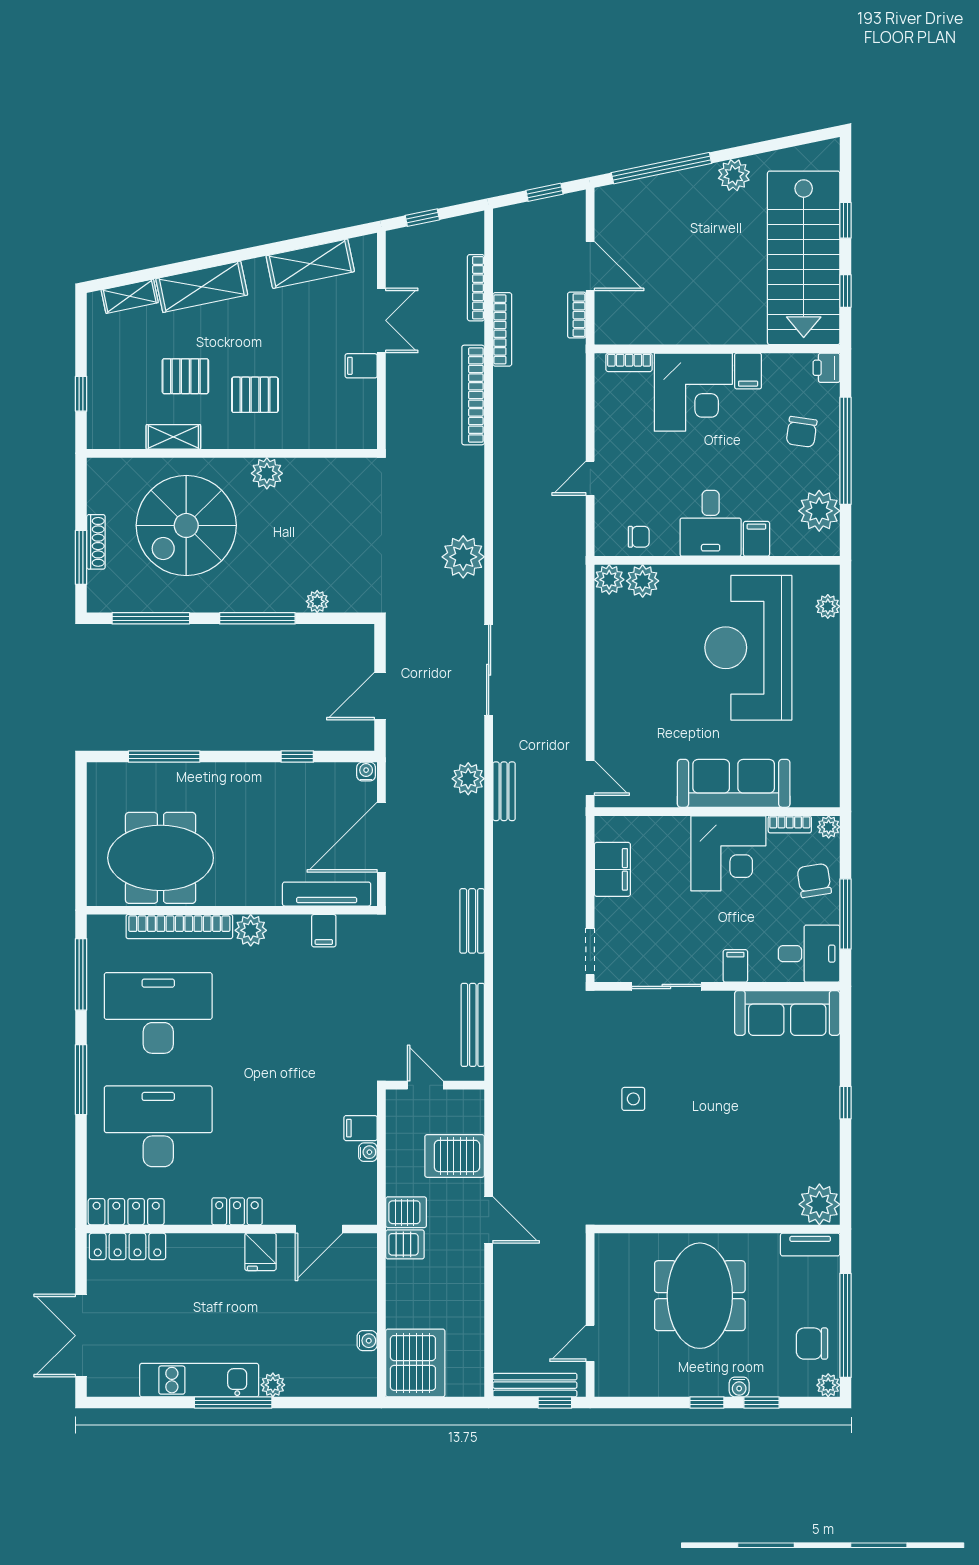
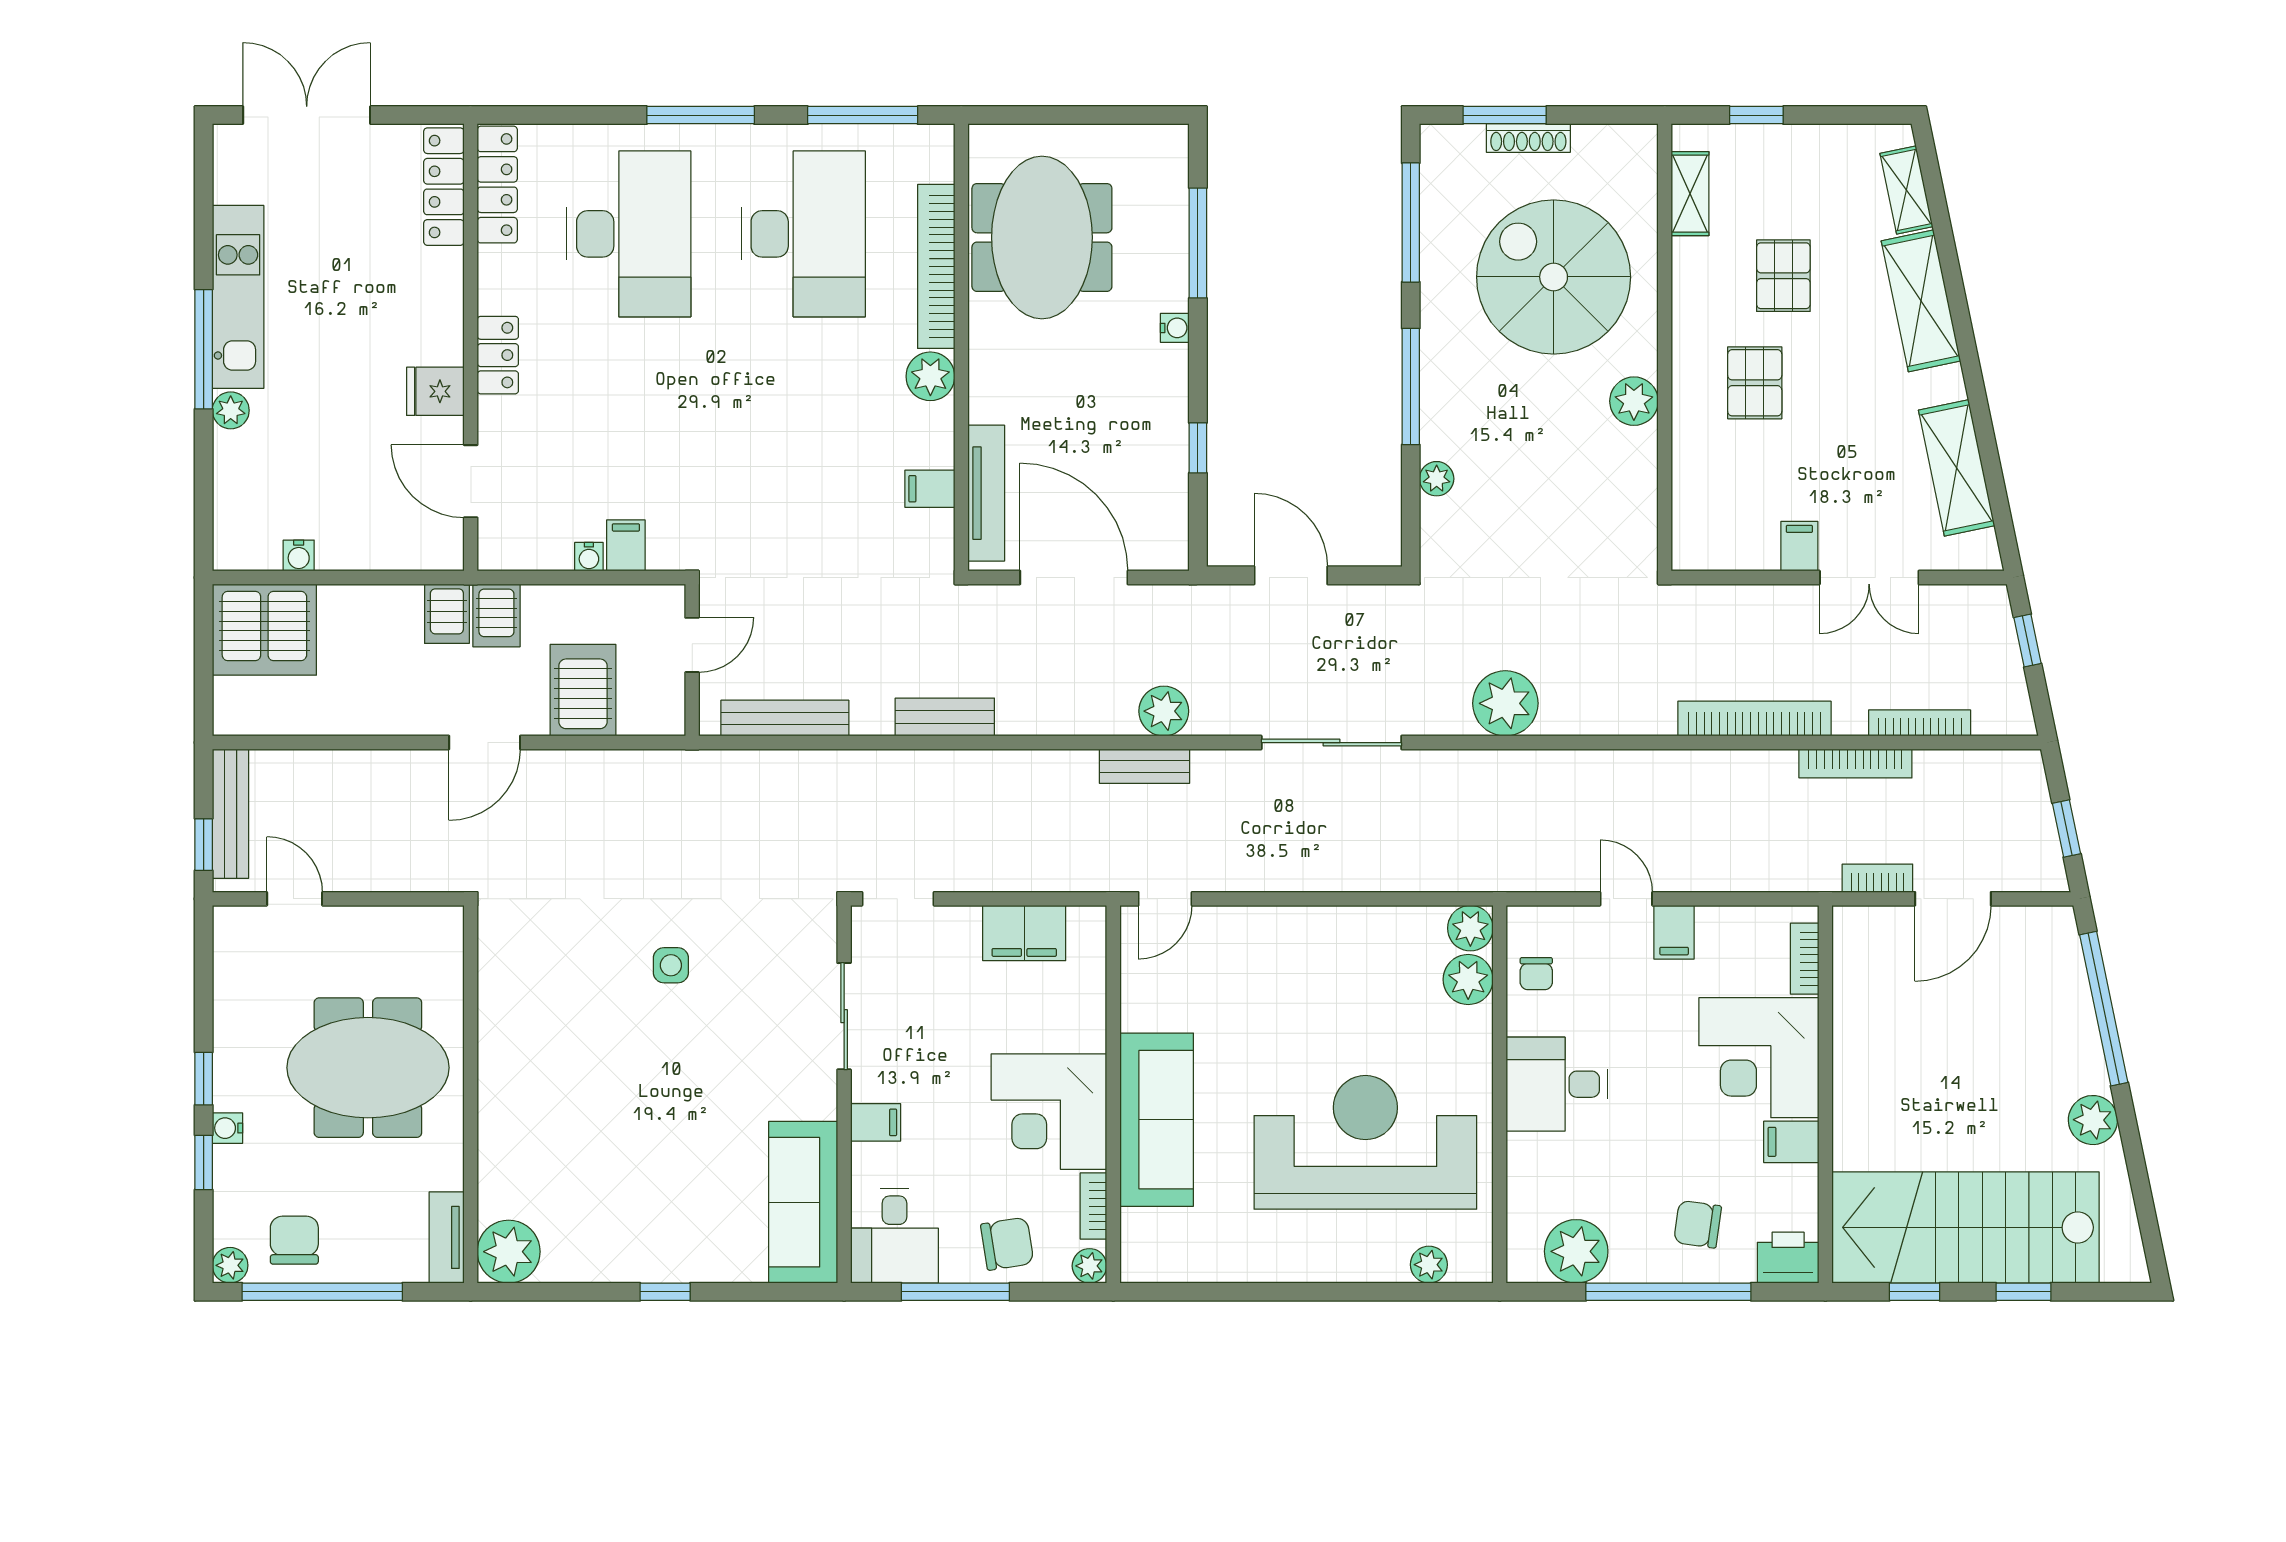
printer: (826, 368) -> (1788, 1258), width x1.36, depth x1.24
shelving: (173, 437) -> (1690, 194), moved
filing cabinet: (756, 539) -> (1674, 932), moved, turned 90
water cooler: (366, 772) -> (1175, 328), moved

